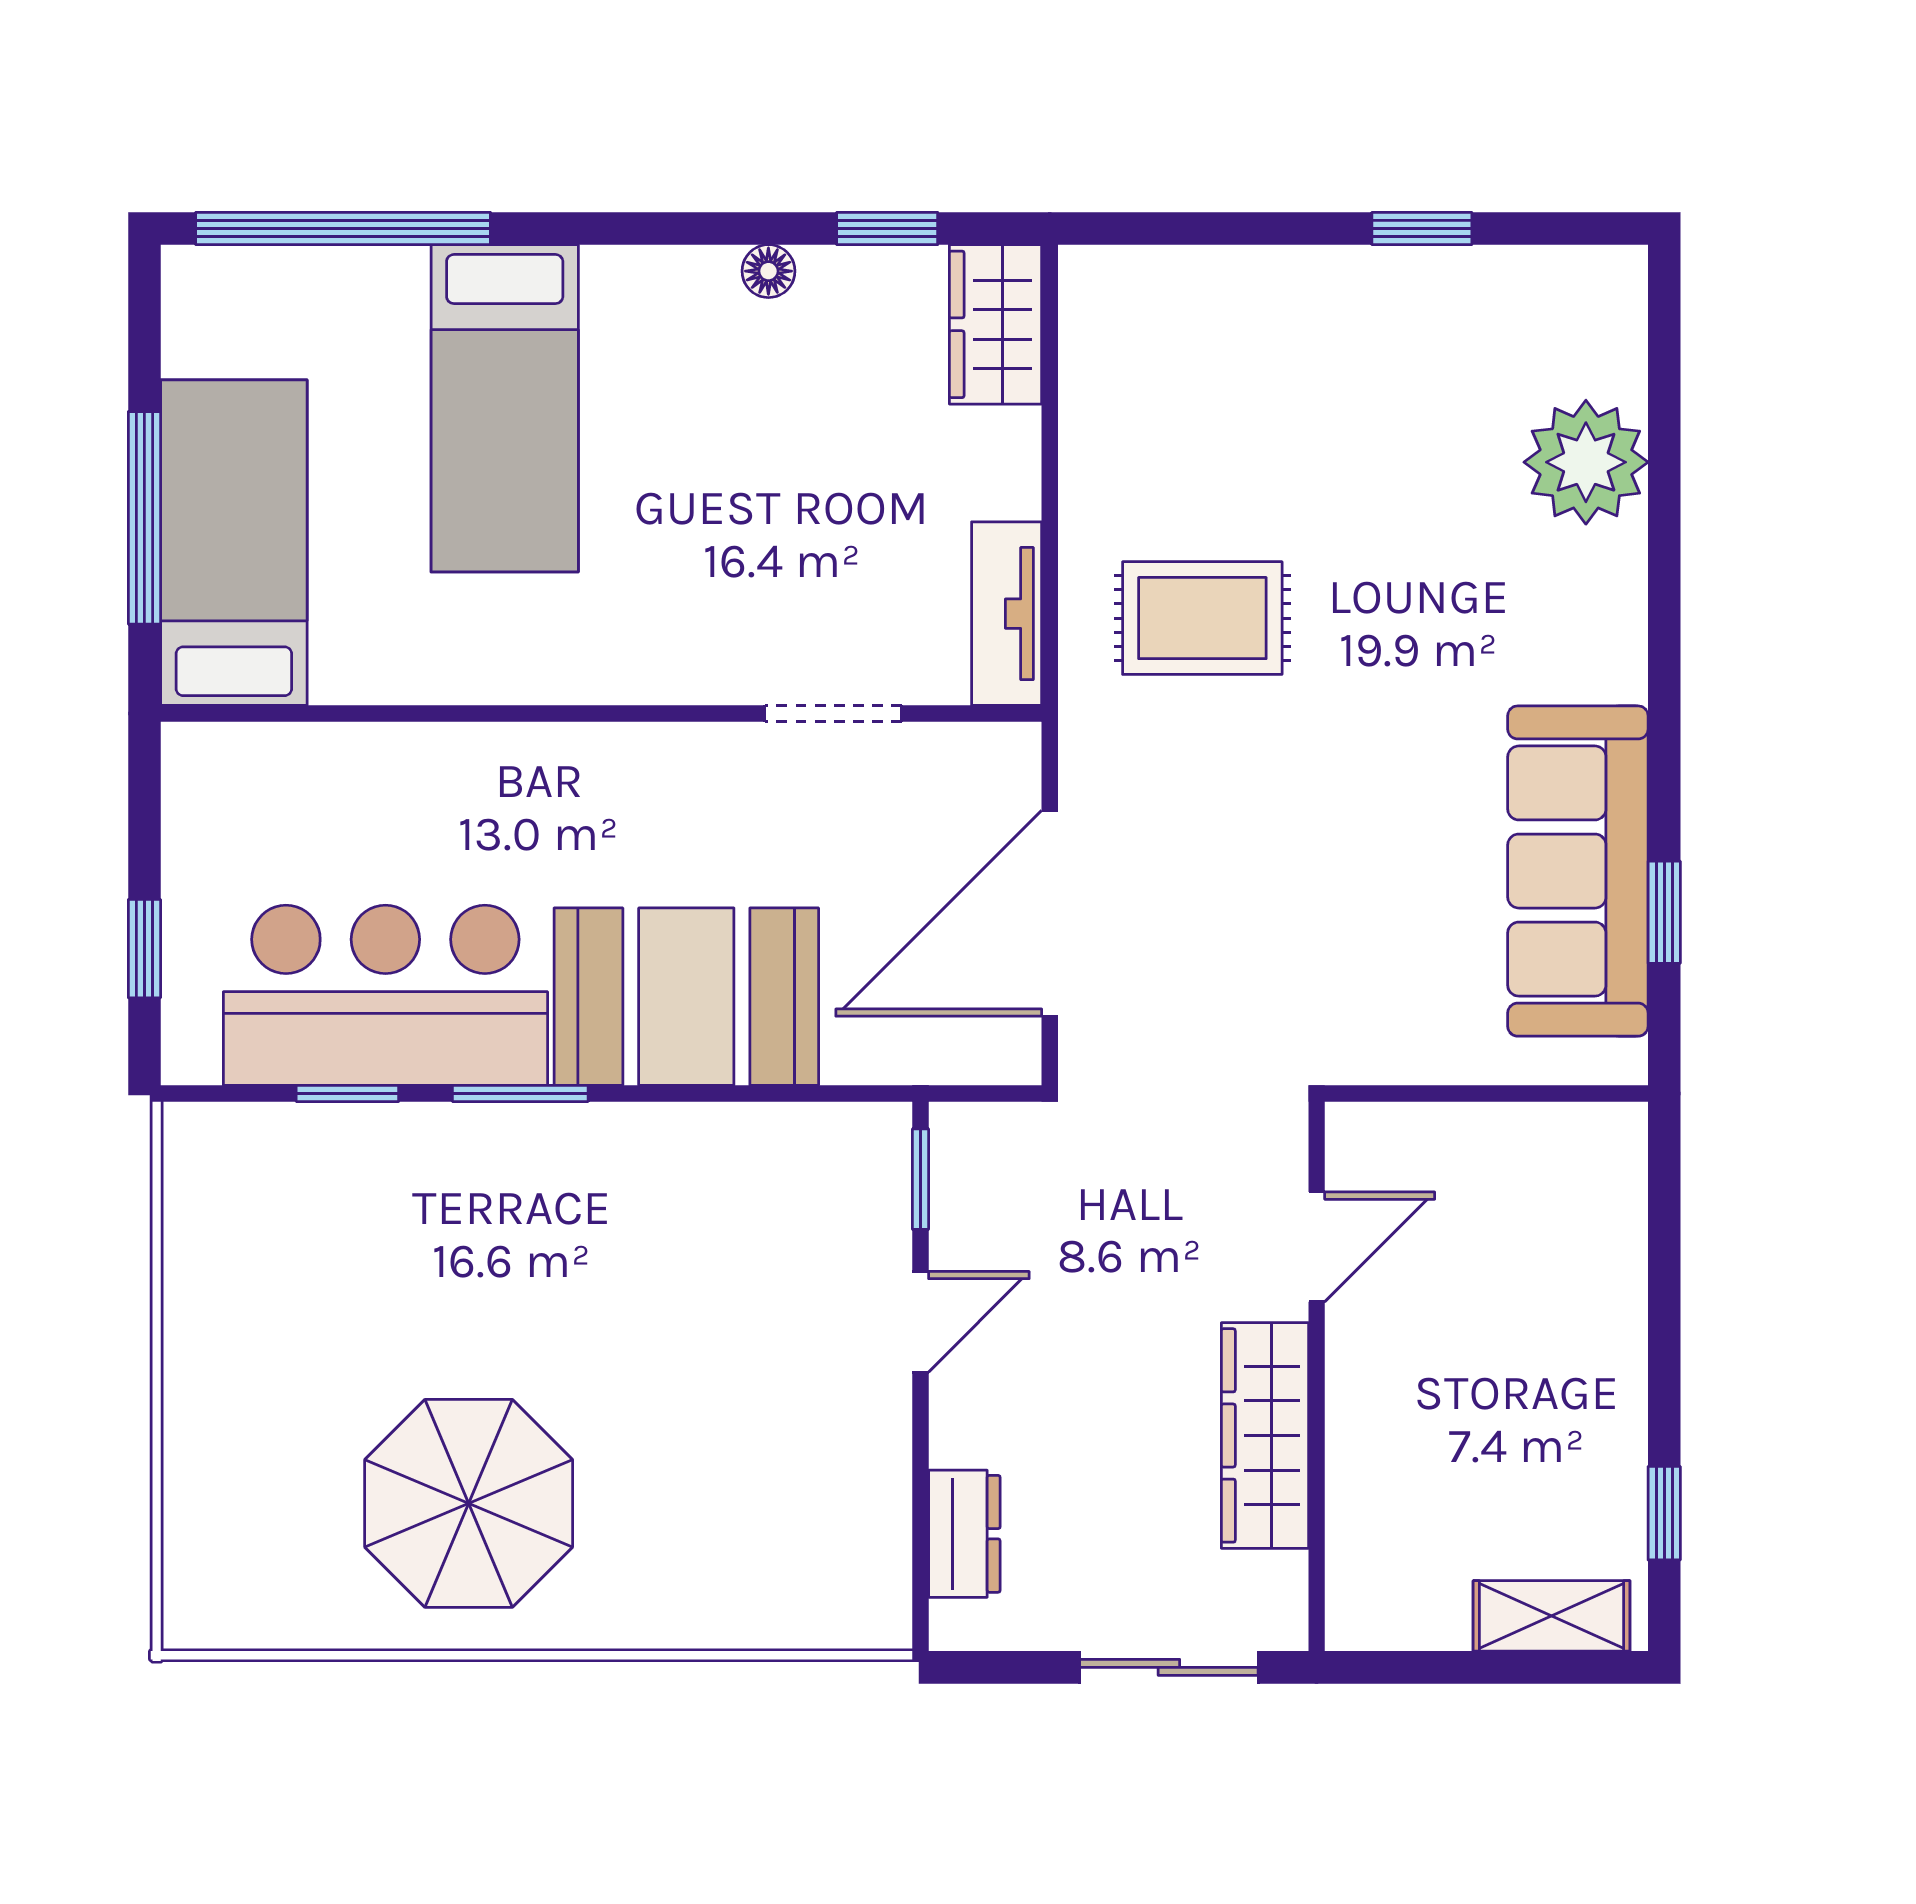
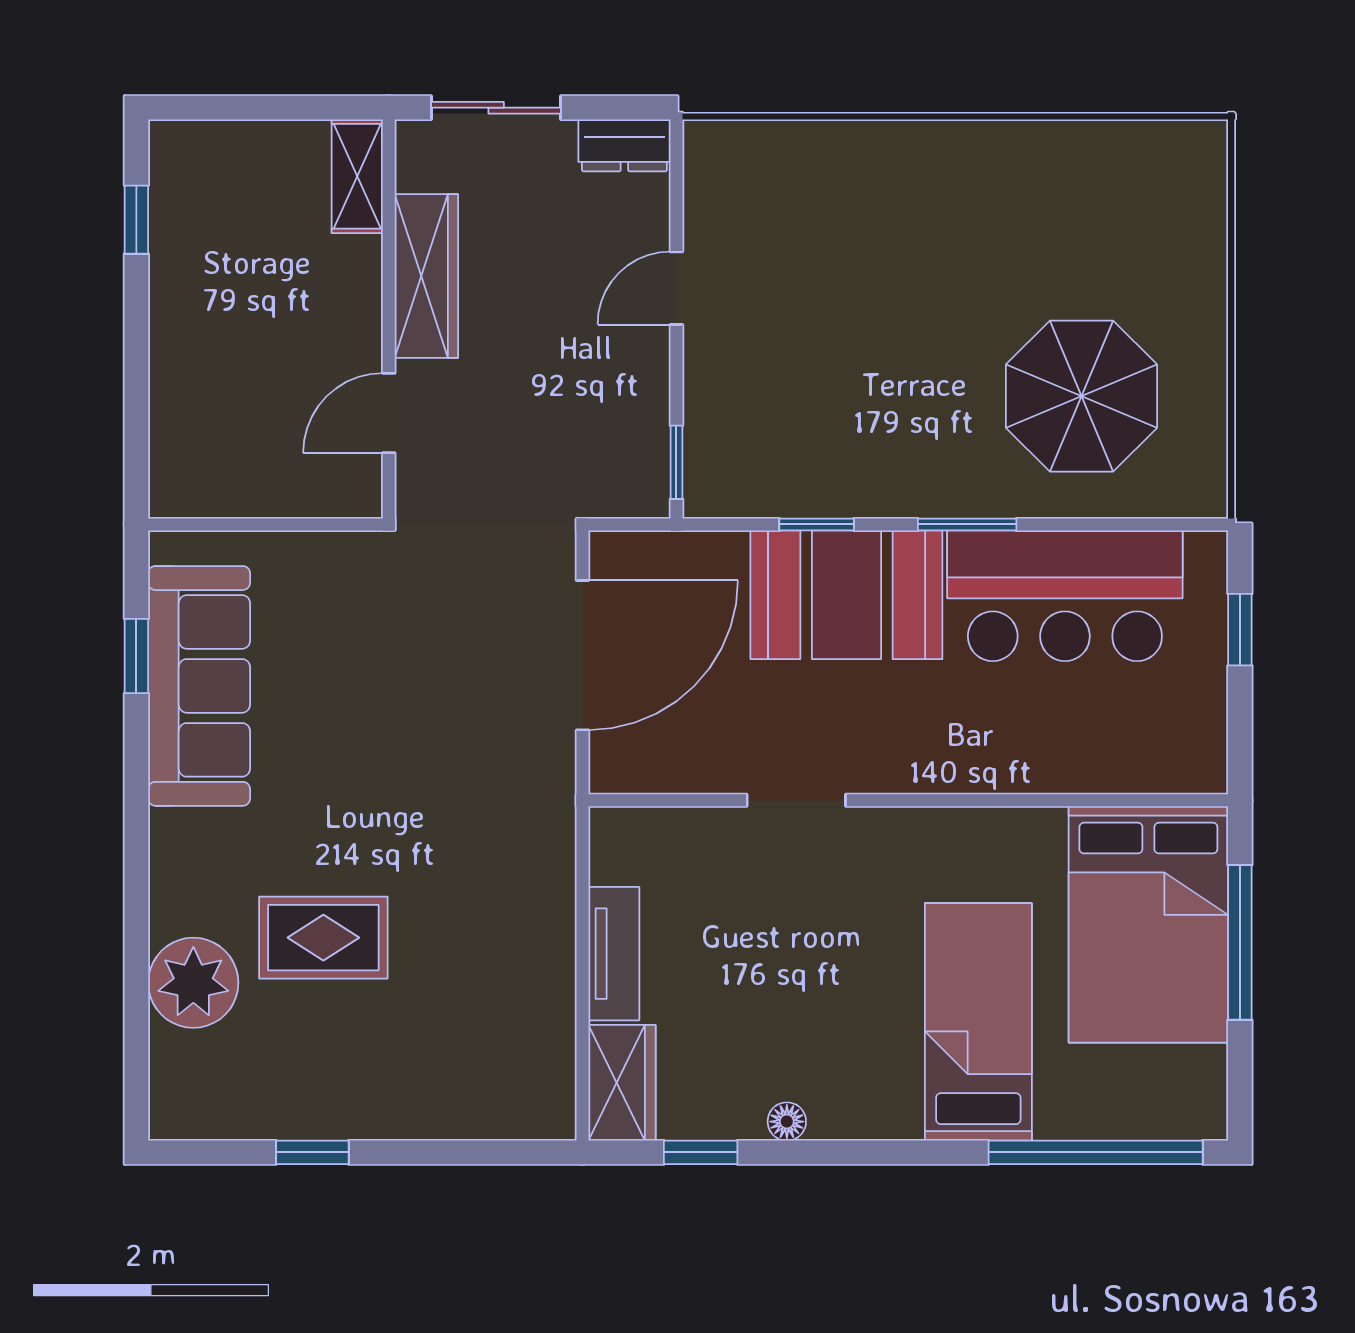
bed: (234, 543) -> (1148, 924), width x1.50
tv unit: (1007, 614) -> (614, 954), moved
rug: (1202, 618) -> (323, 938), moved
doorway: (833, 714) -> (796, 800), moved
window: (347, 1093) -> (817, 524), moved
door: (920, 1322) -> (676, 288), moved
parasol: (469, 1503) -> (1082, 396), moved
dresser: (964, 1534) -> (624, 145), moved, turned -90
shelving: (1552, 1616) -> (357, 176), moved, turned 90

